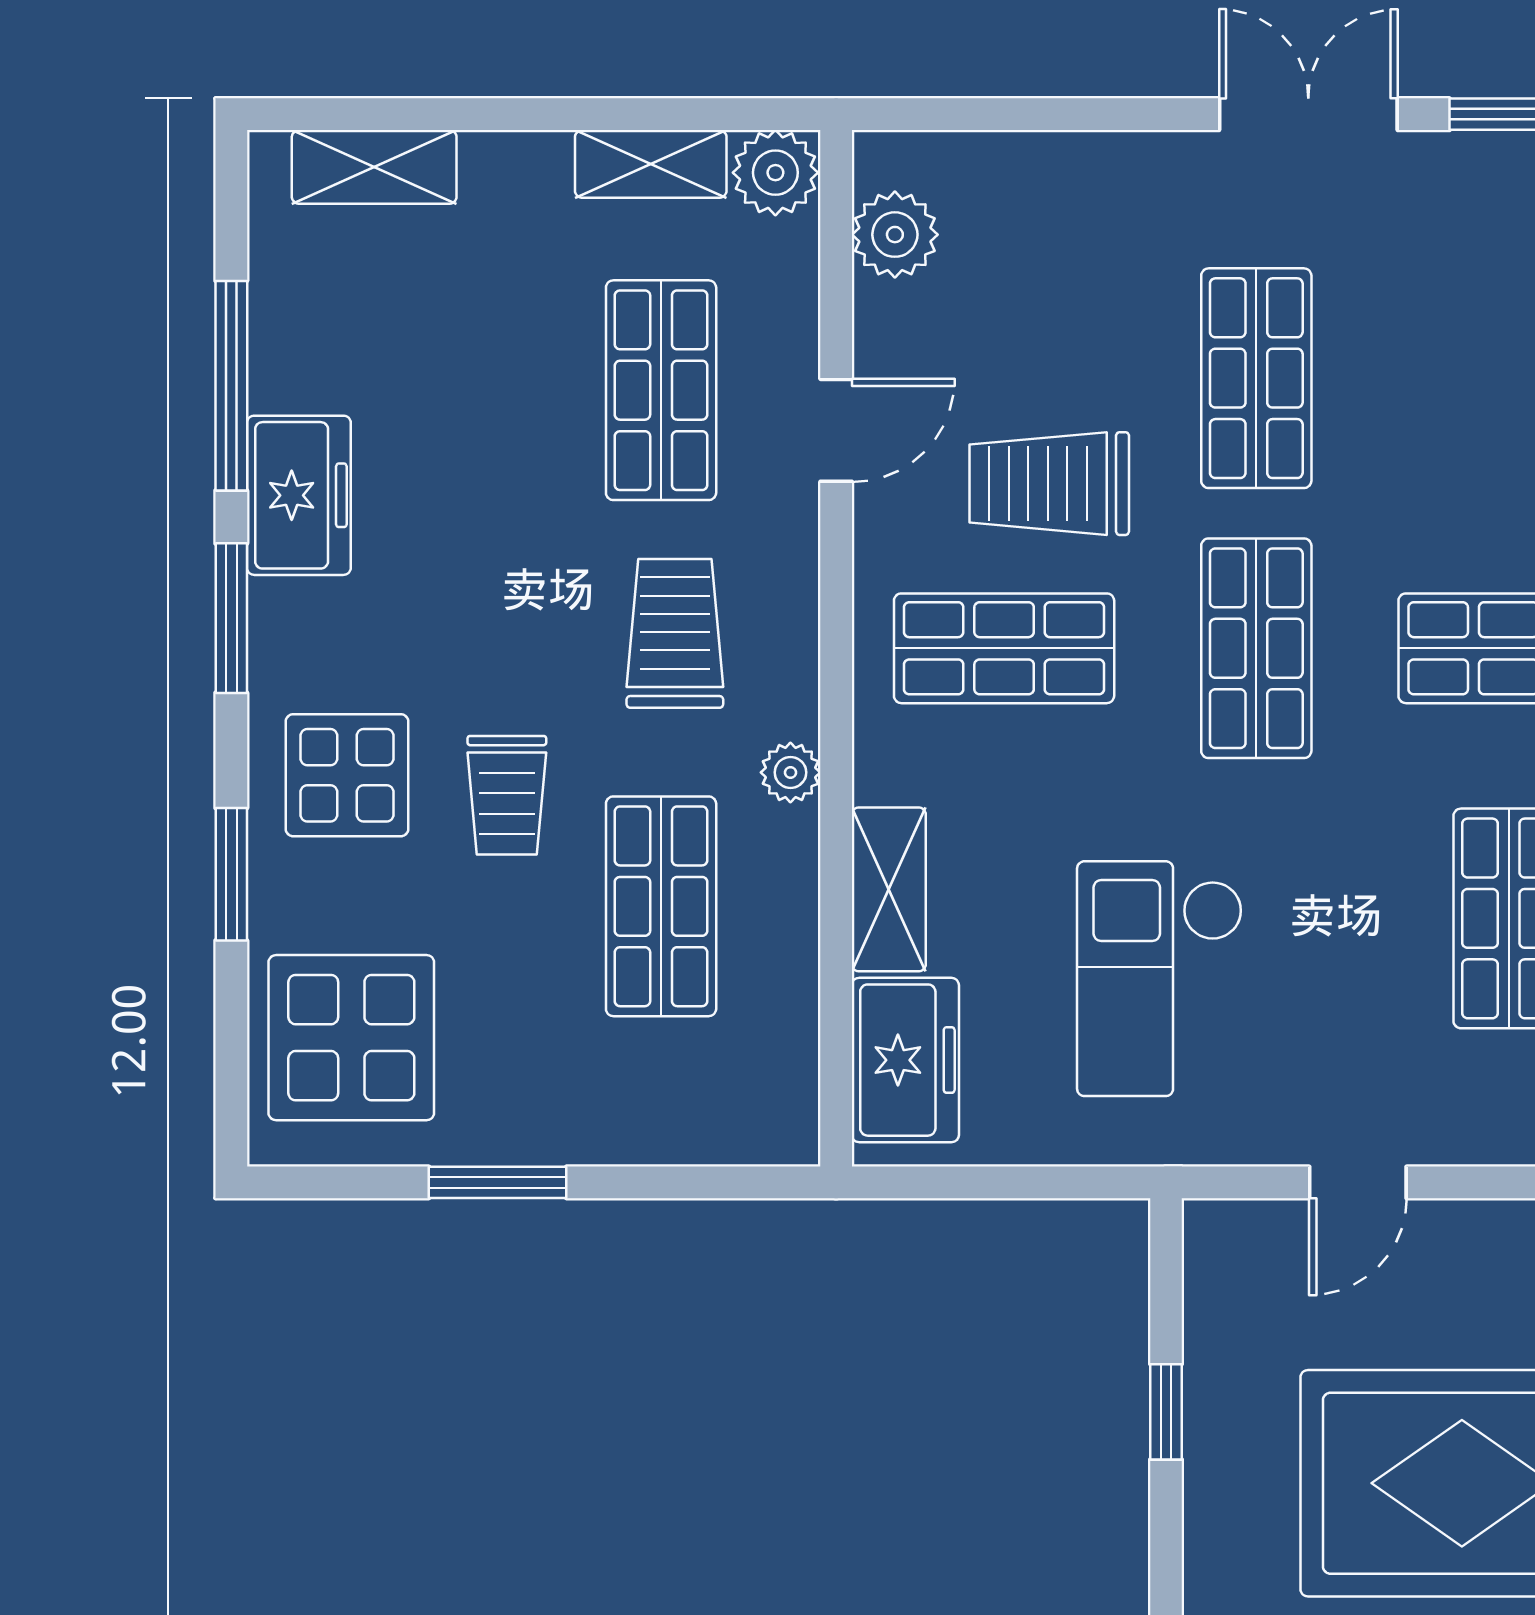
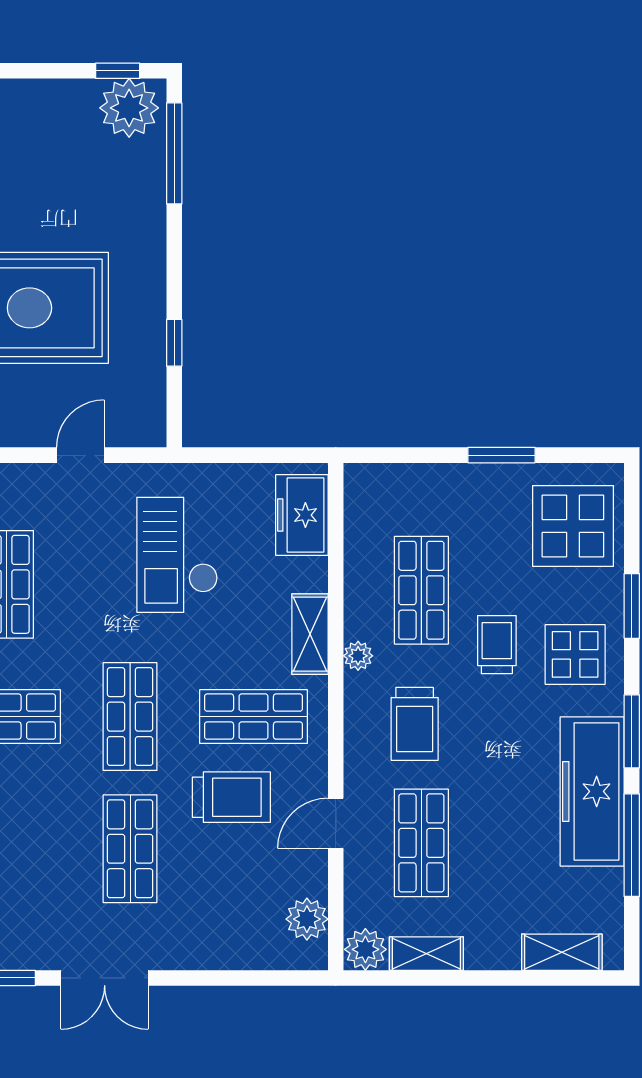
freezer: (299, 495) -> (592, 791), width x1.91, depth x1.26
shelving: (889, 889) -> (310, 634), moved
checkout: (1160, 979) -> (177, 555), turned 180

